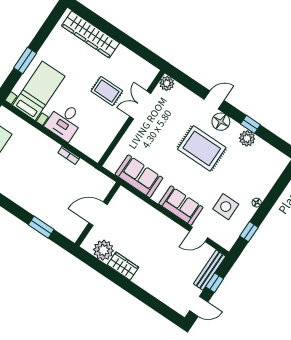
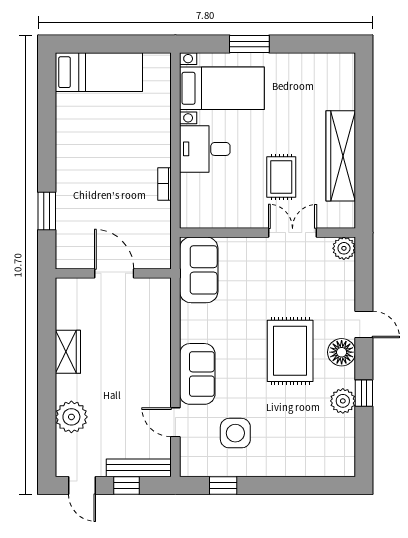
wardrobe: (90, 34) -> (341, 156), moved
sofa: (139, 176) -> (199, 270), moved
floor lamp: (257, 203) -> (268, 470), removed
plant: (103, 250) -> (71, 417), moved

